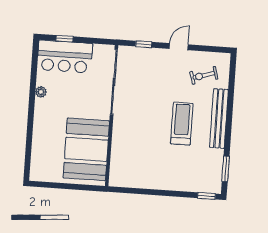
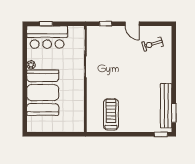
door: (179, 47) -> (132, 24), swing flipped
bench: (219, 118) -> (166, 106), moved
treadmill: (182, 124) -> (111, 114), moved
booth: (86, 149) -> (43, 93), moved

